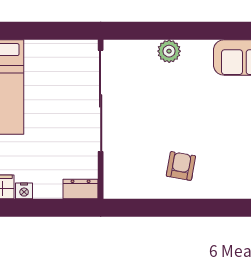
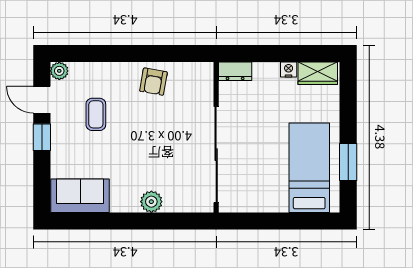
coffee table: (228, 143) -> (96, 114), added
armchair: (181, 166) -> (153, 82), moved

